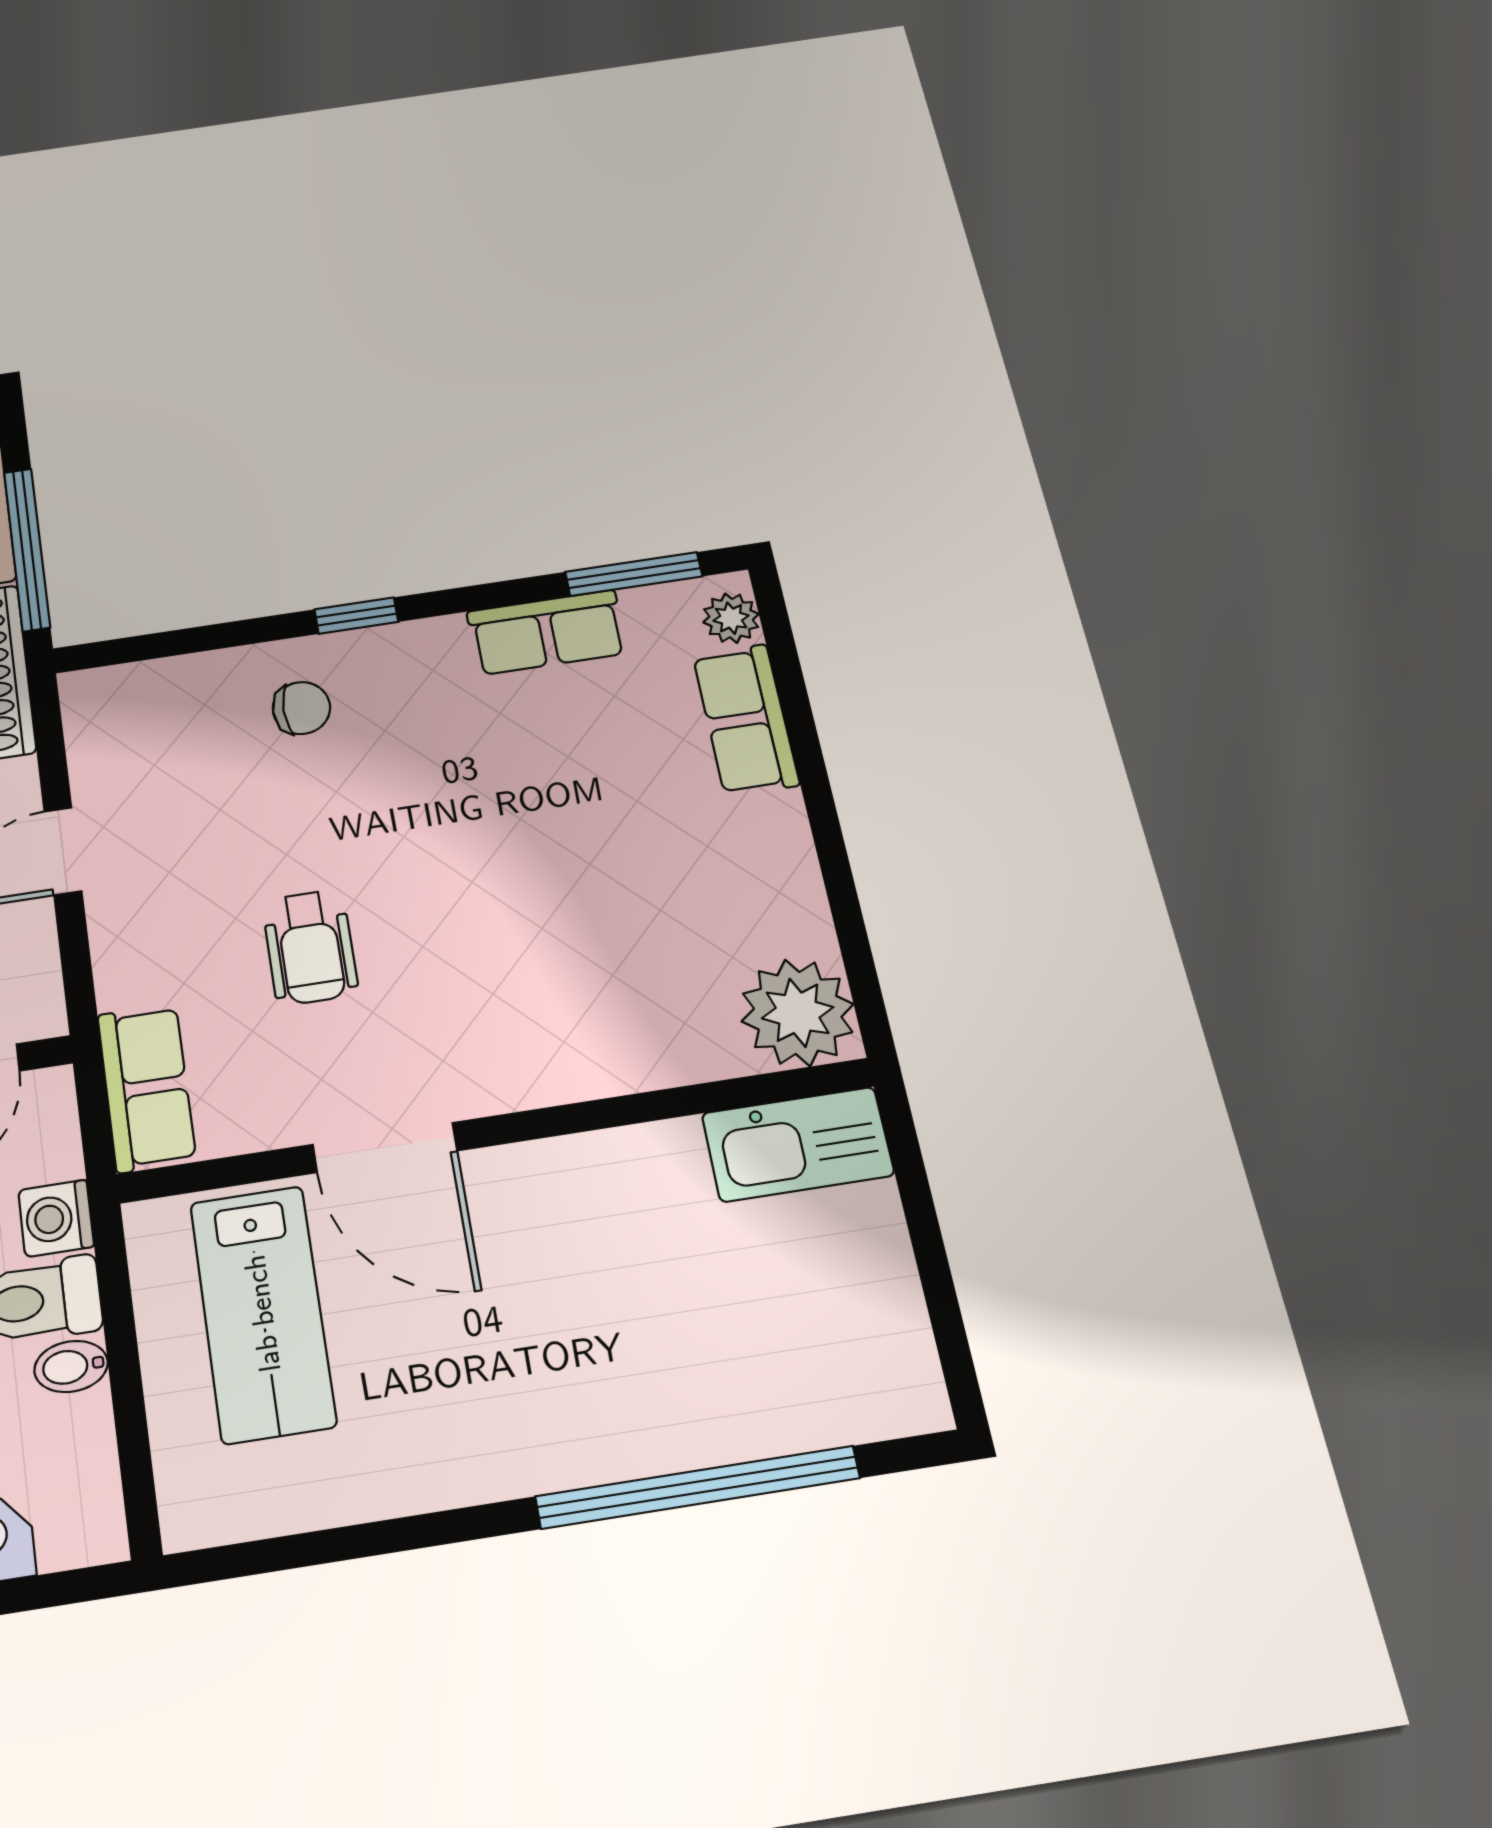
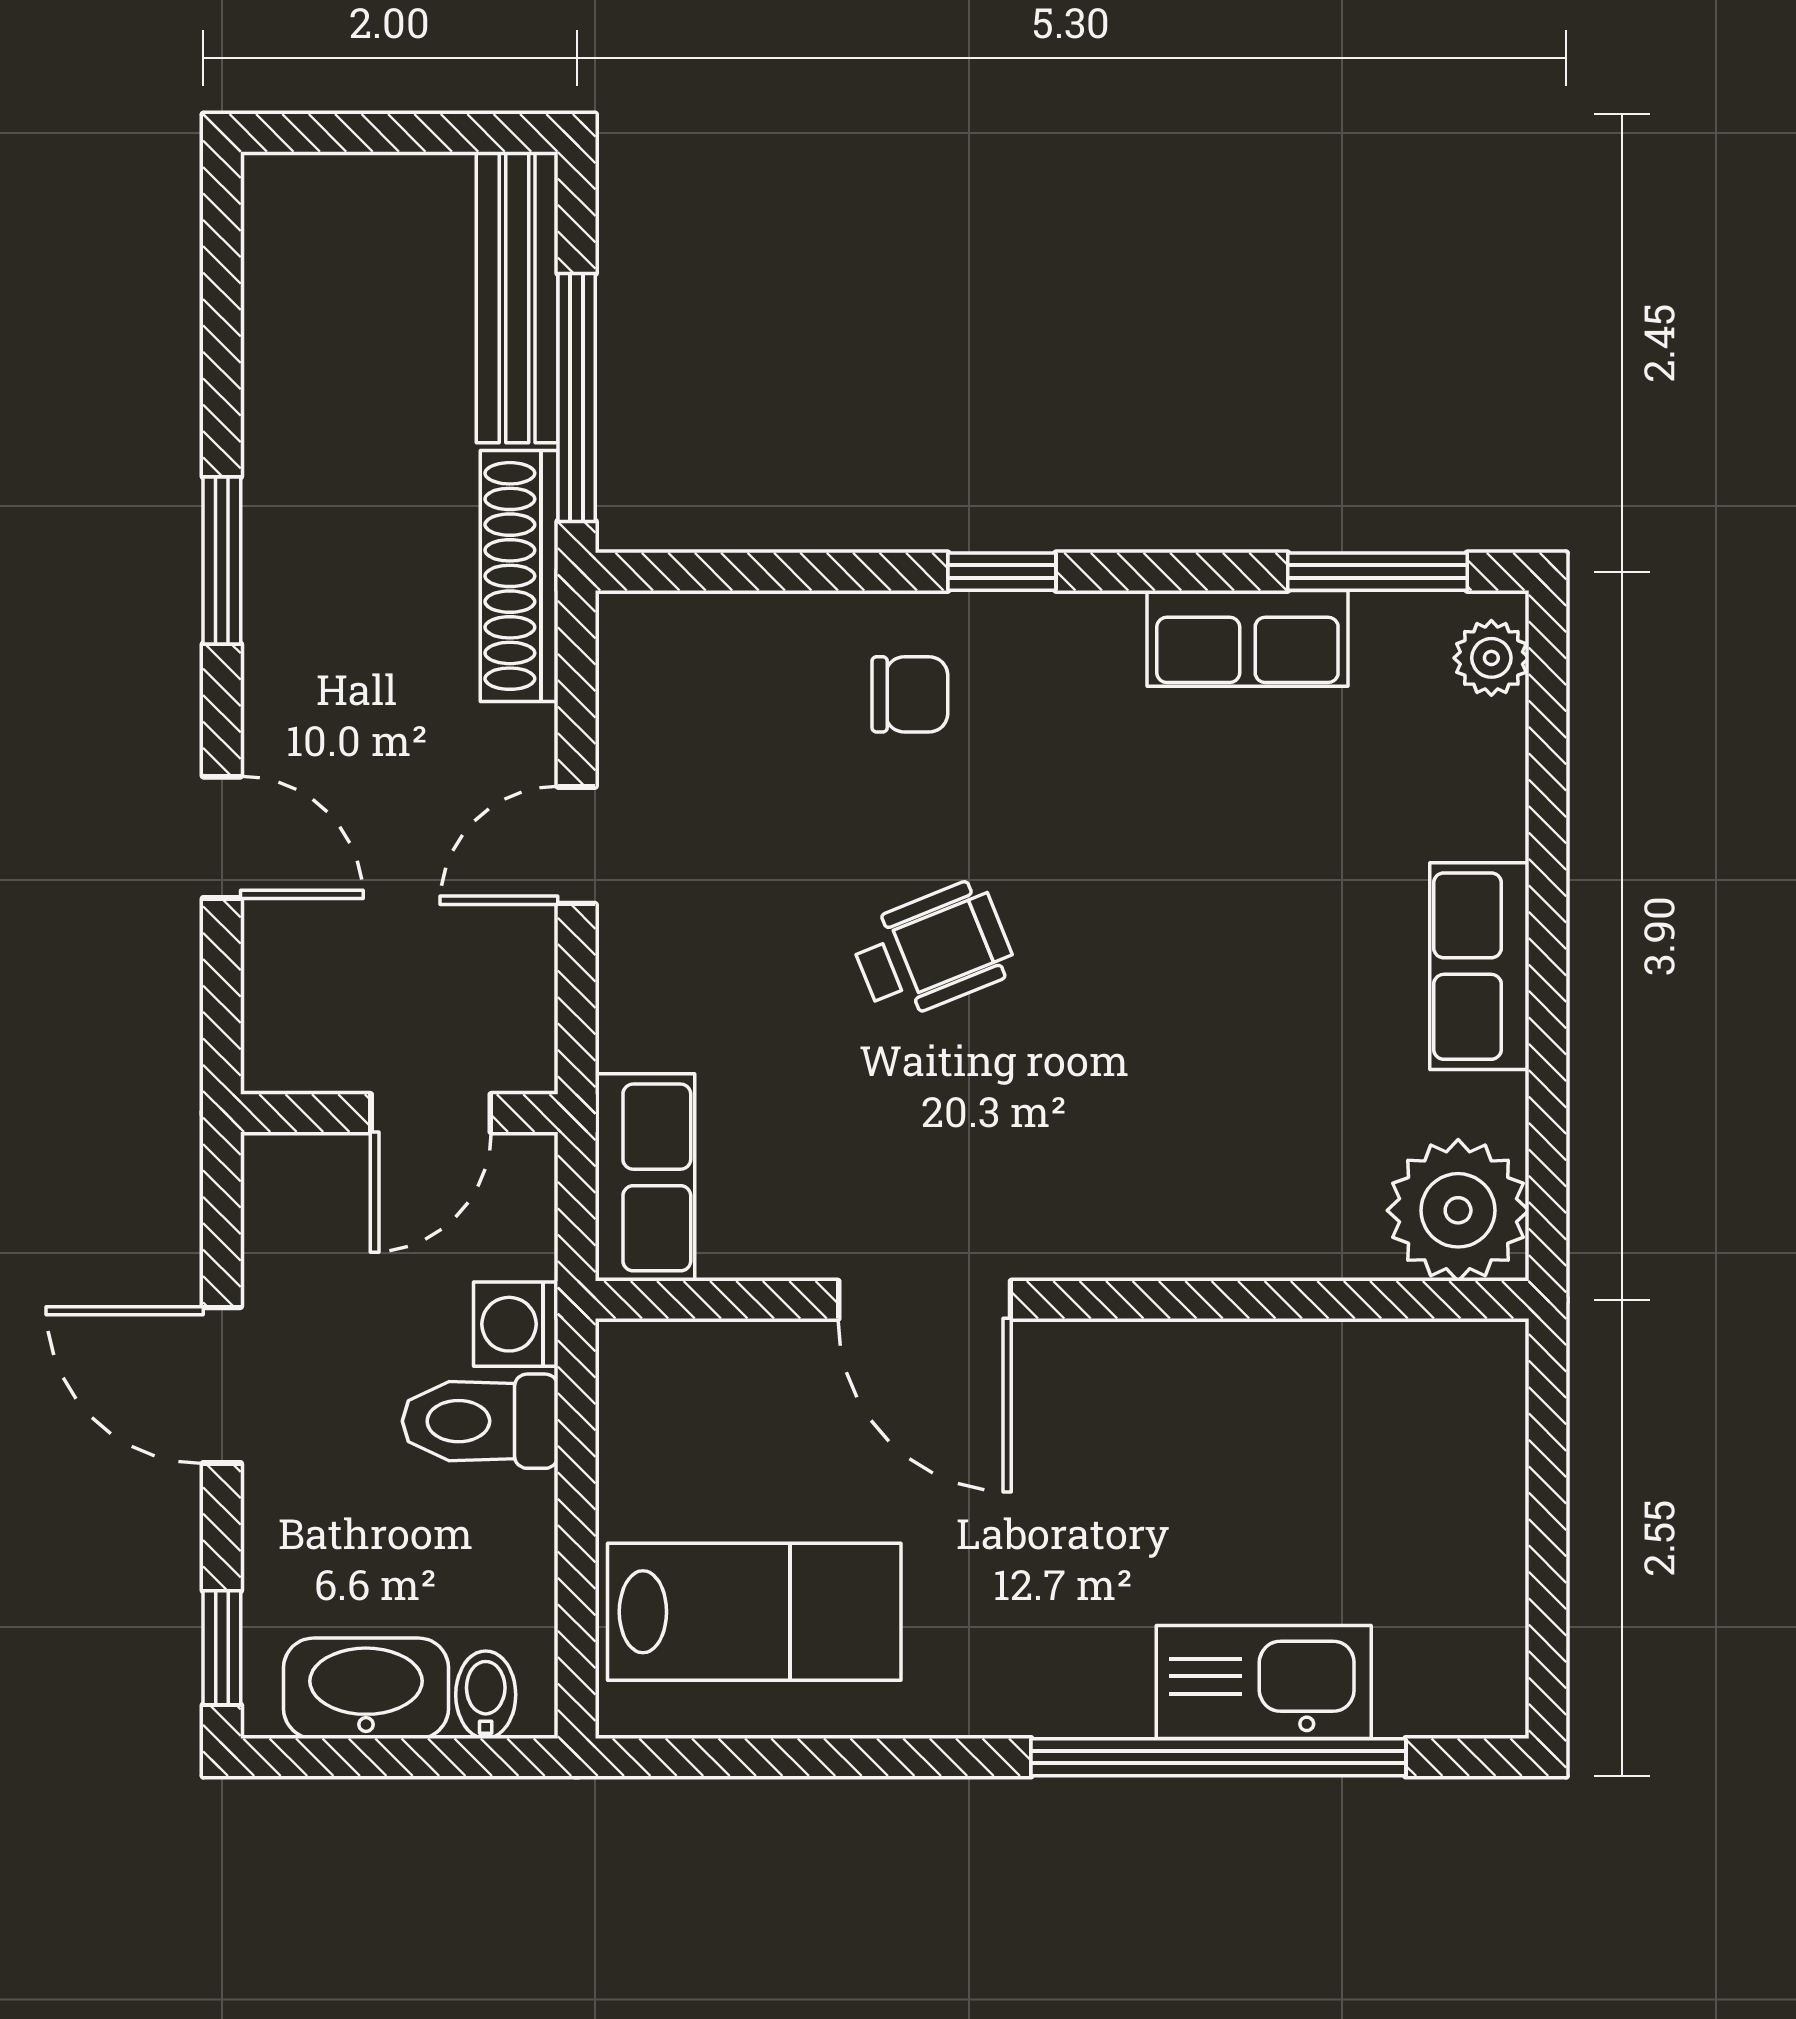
row of seats: (746, 720) -> (1479, 966), moved
wheelchair: (310, 947) -> (933, 951), moved, turned -112
kitchen sink: (798, 1144) -> (1264, 1682), moved, turned 180
lab bench: (263, 1313) -> (754, 1612), moved, turned -90
bidet: (71, 1366) -> (486, 1695), moved, turned 90

